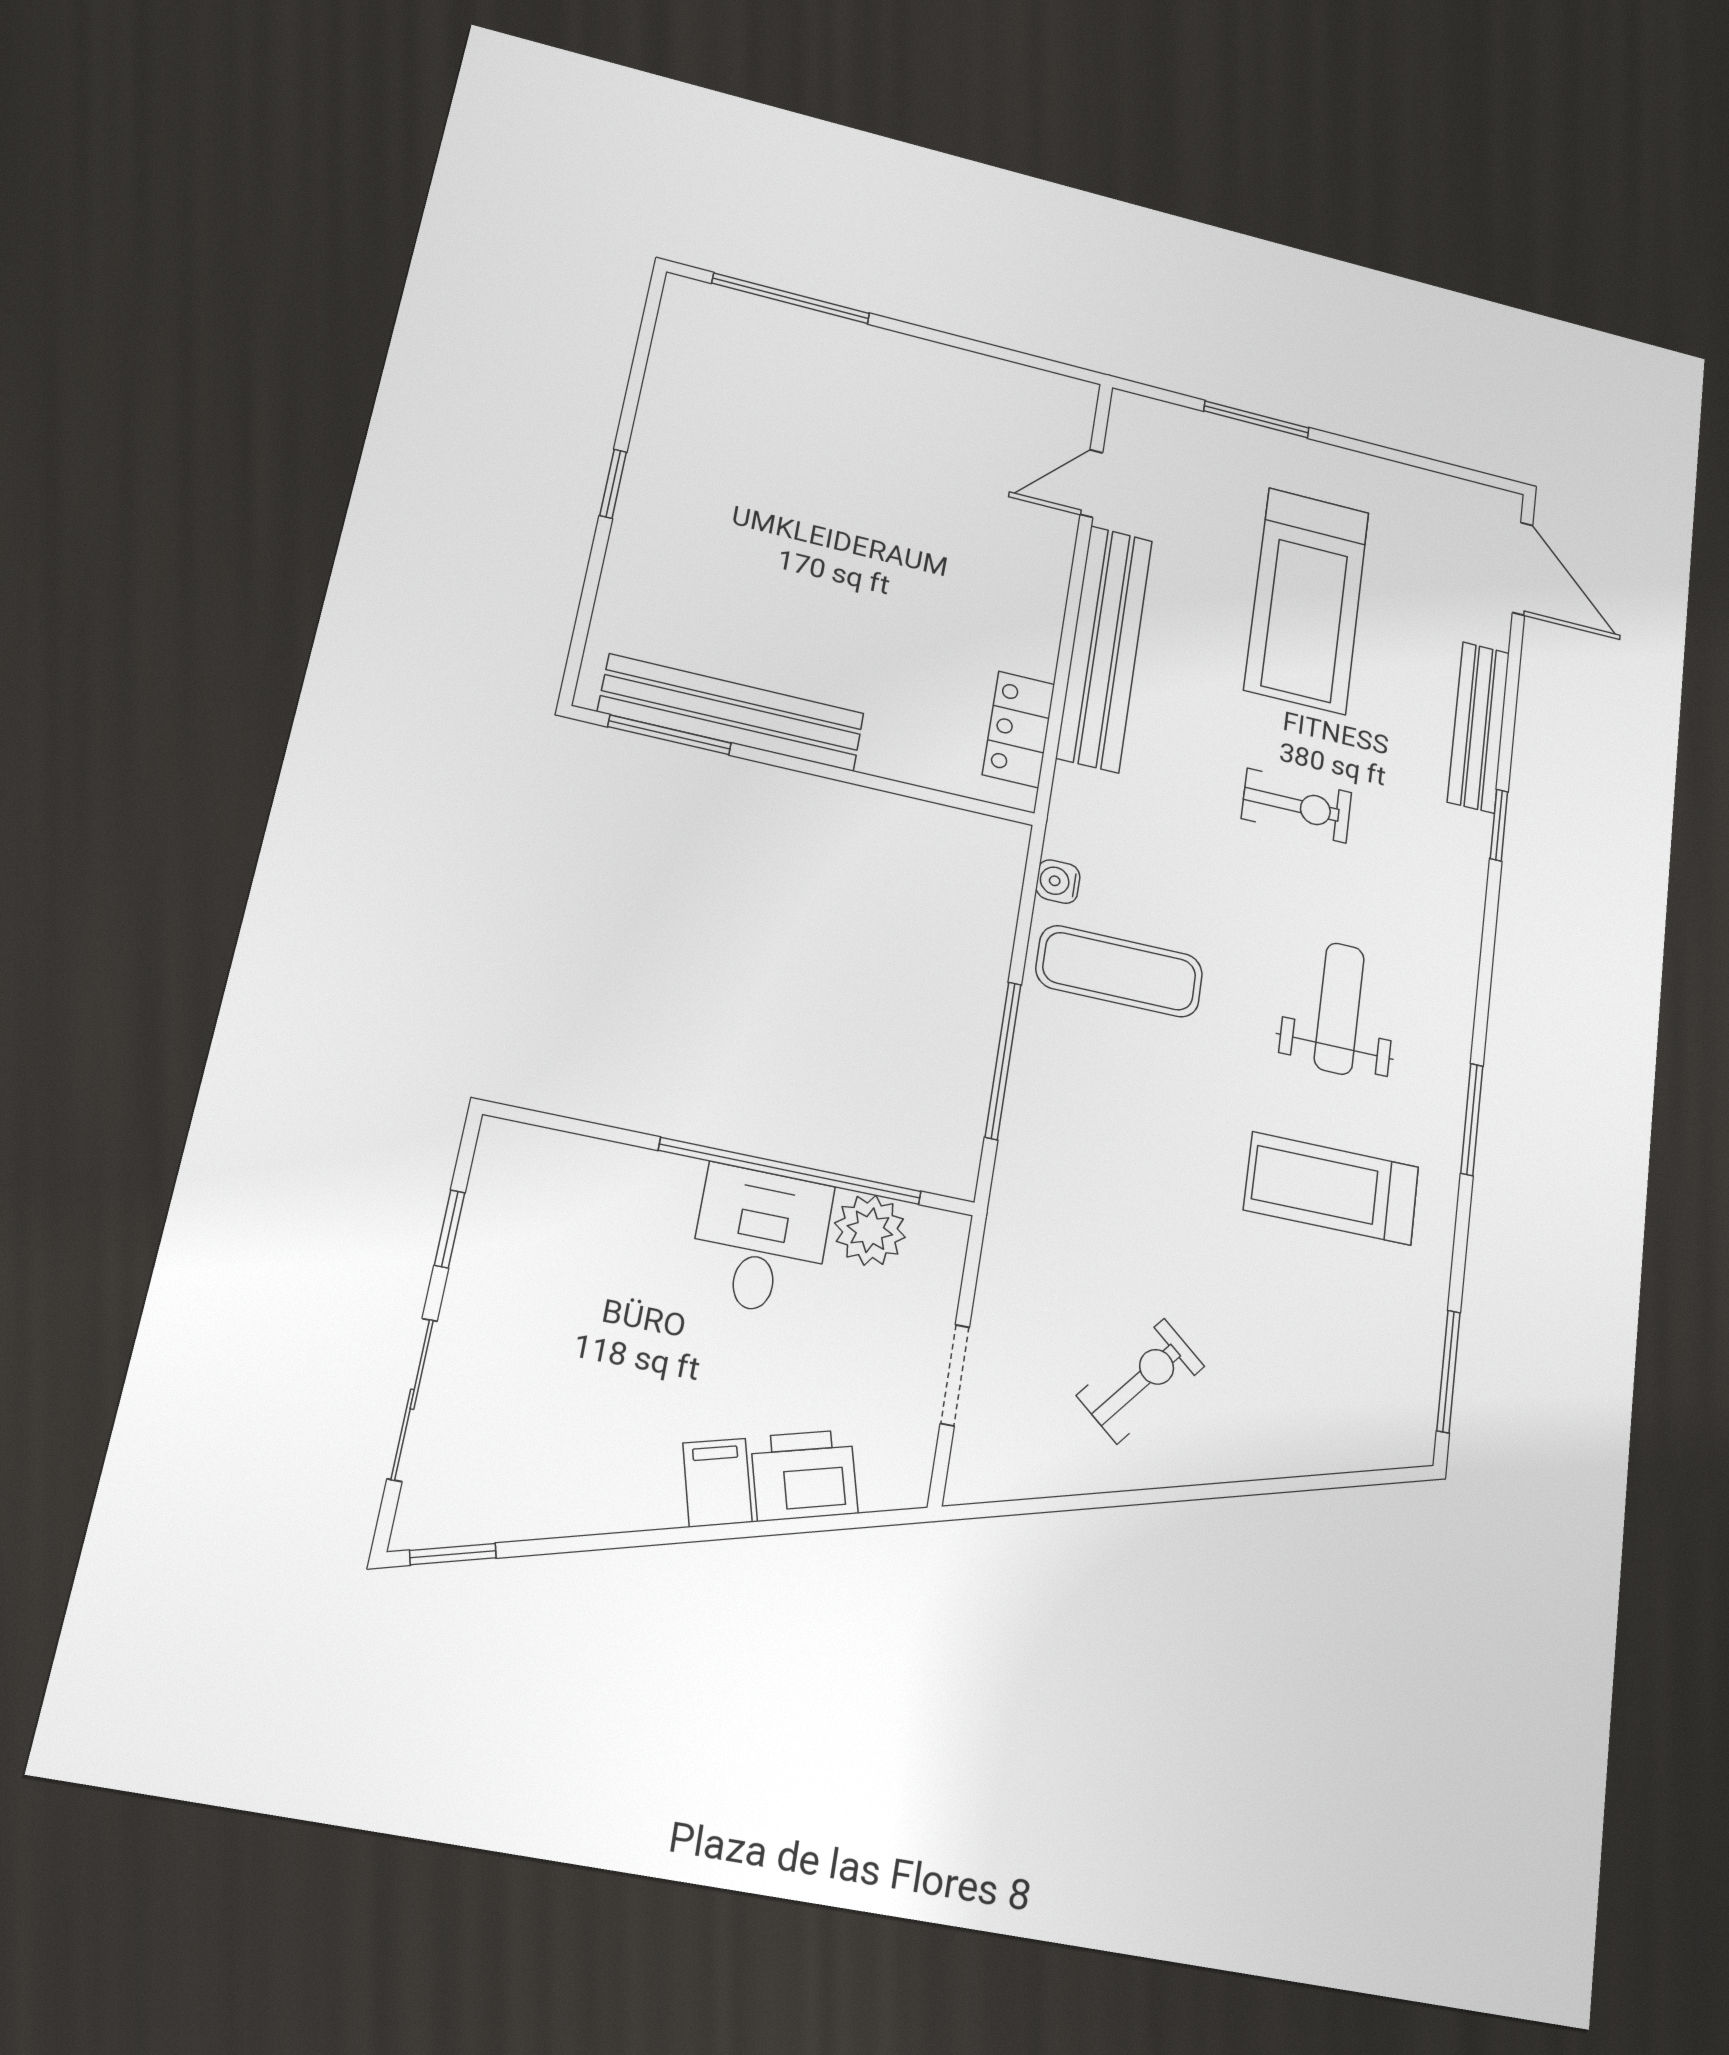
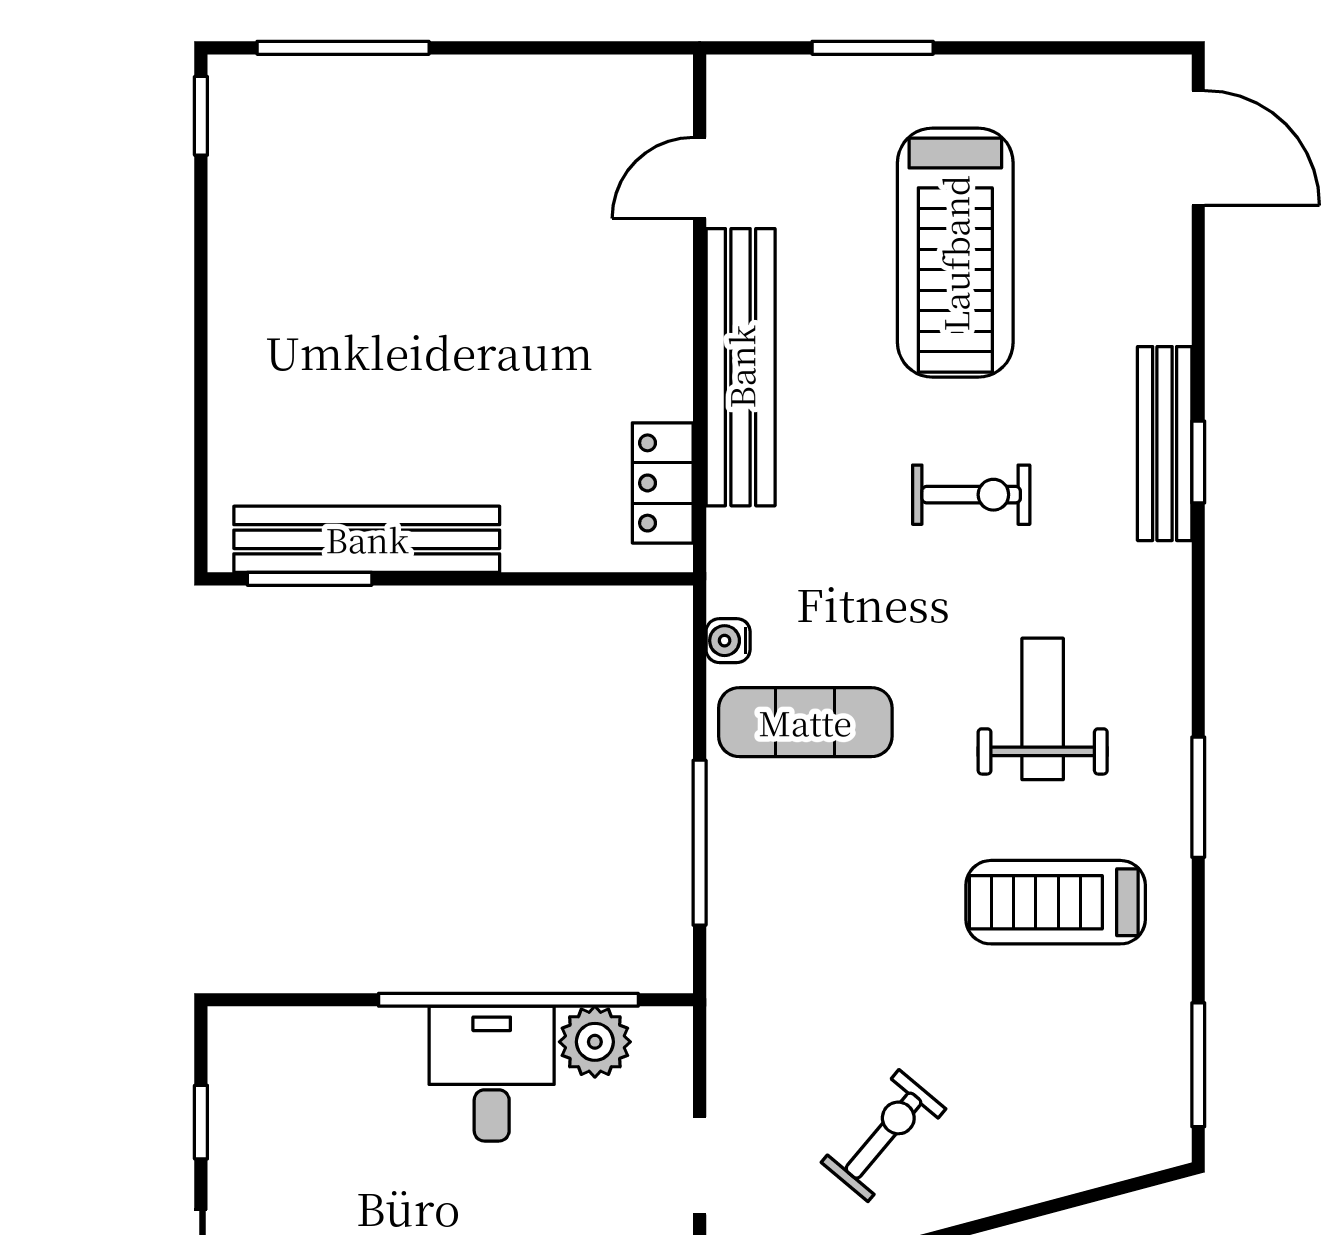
window: (613, 484) -> (201, 116), moved
bench: (1479, 727) -> (1165, 444), moved

